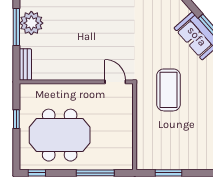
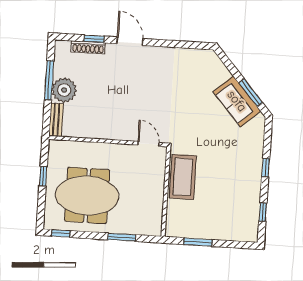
plant: (31, 23) -> (64, 90), moved
coffee table: (169, 90) -> (183, 177), moved
window: (95, 173) -> (122, 237), width x0.69

